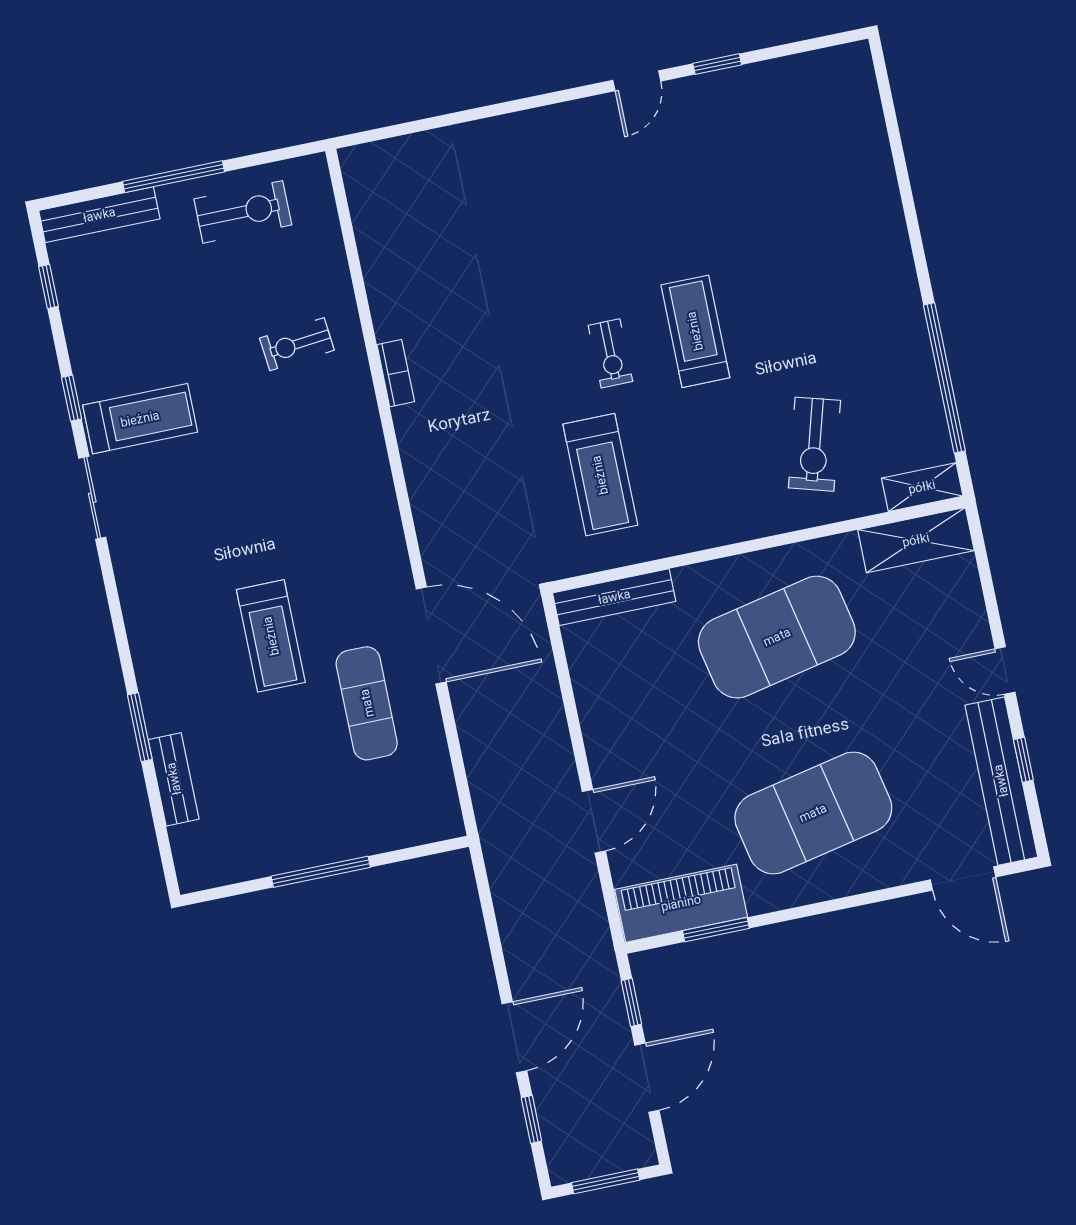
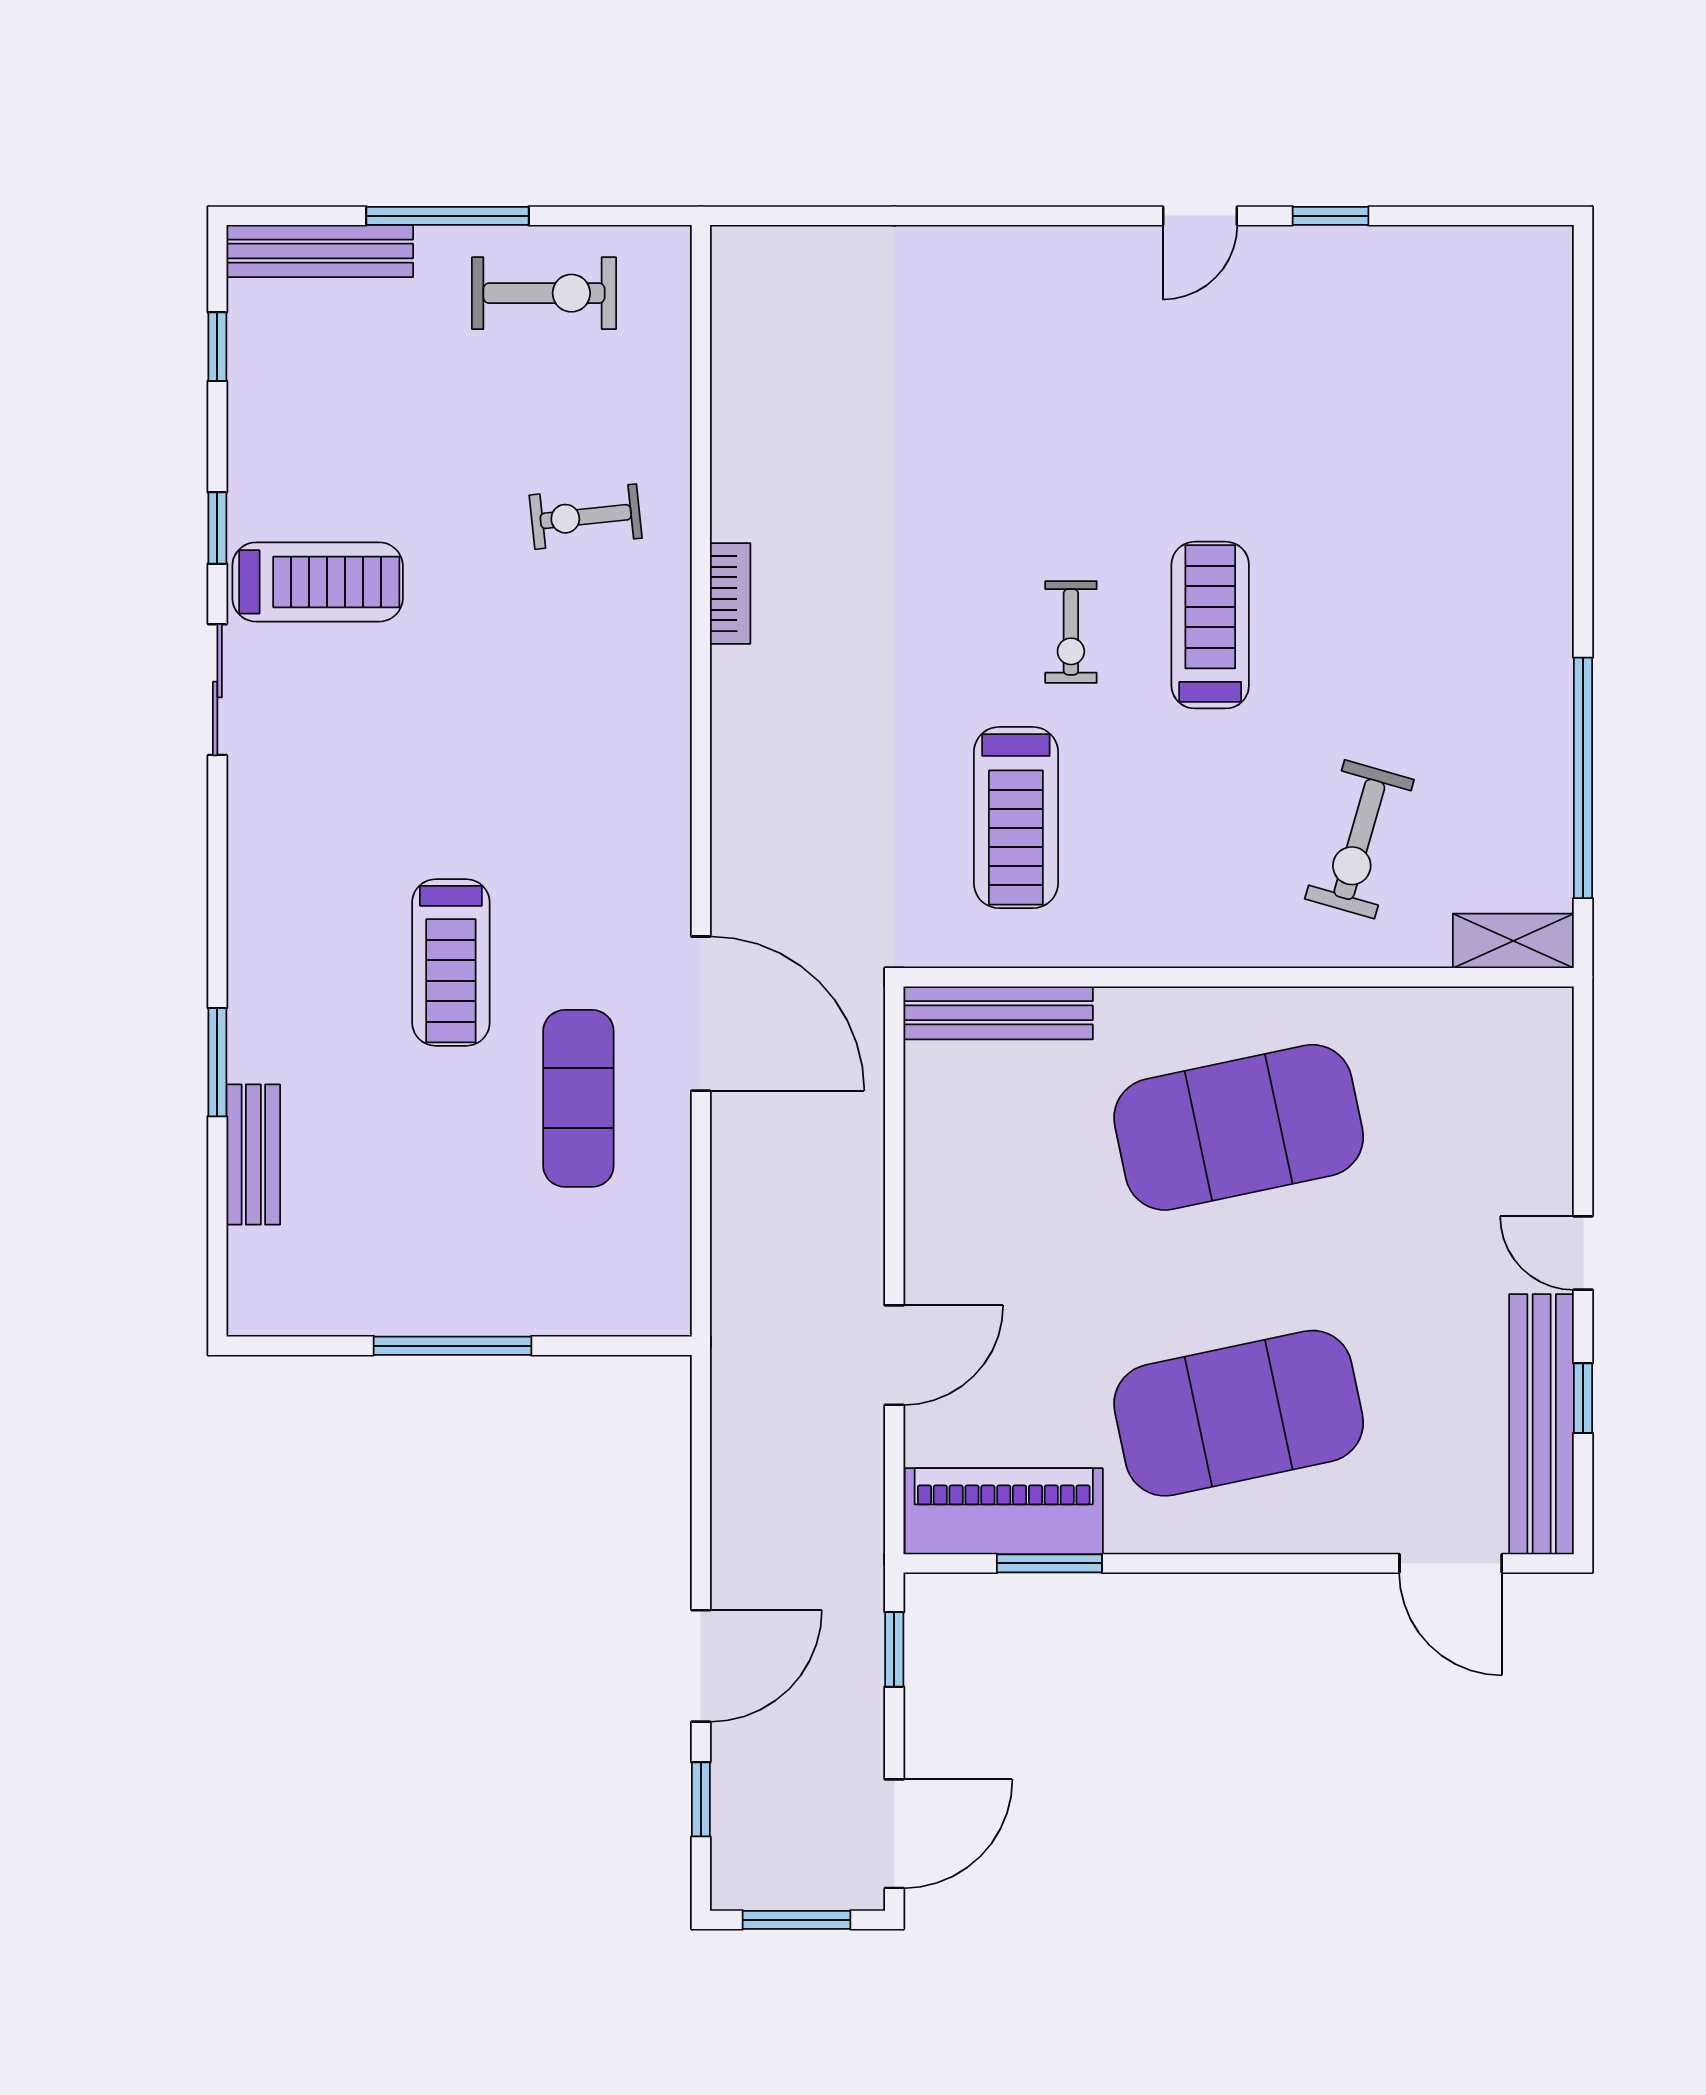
shelving: (916, 540) -> (1486, 1021), removed
door: (647, 1078) -> (894, 1834), moved

